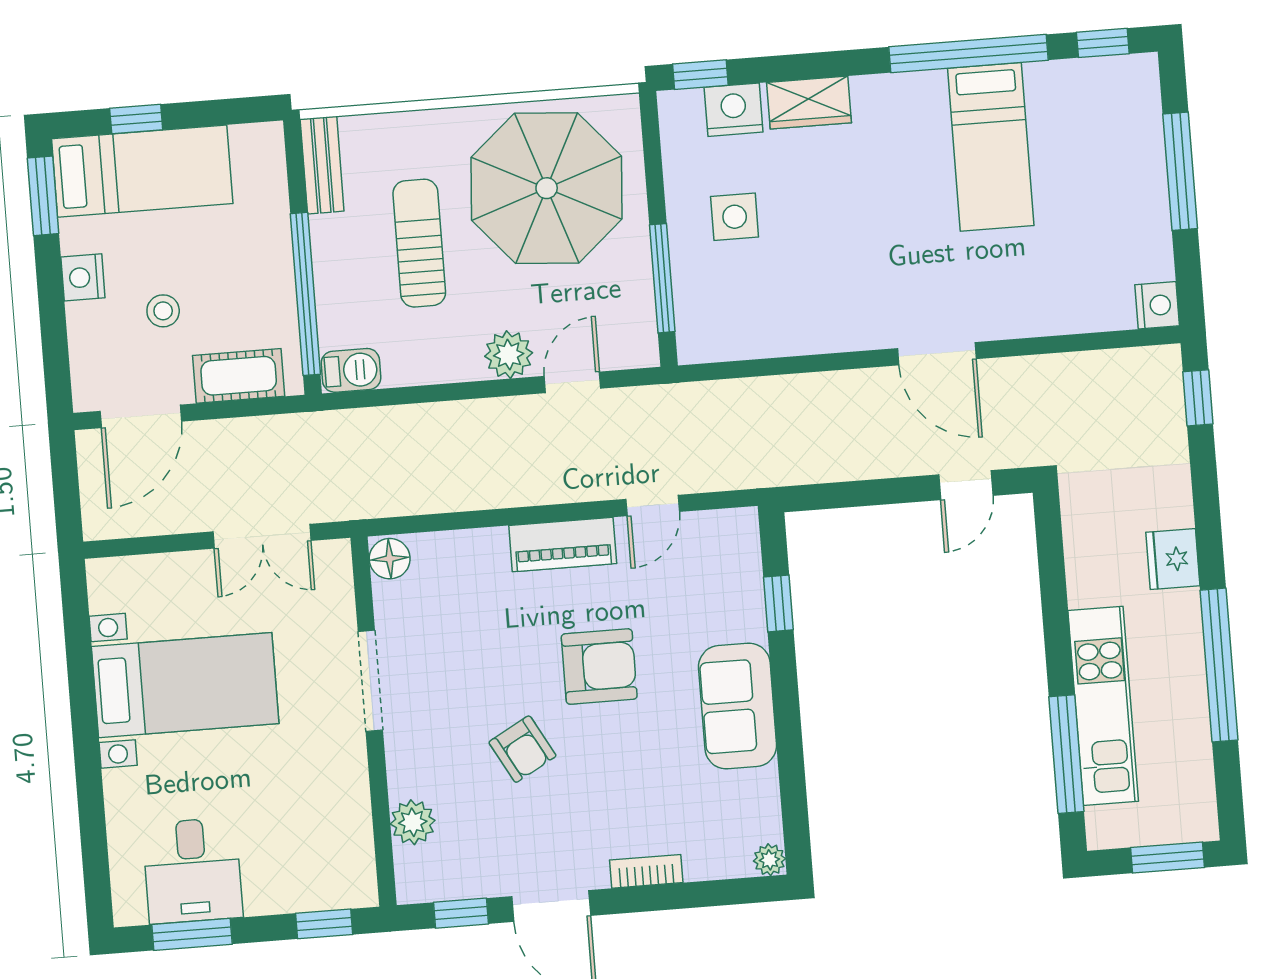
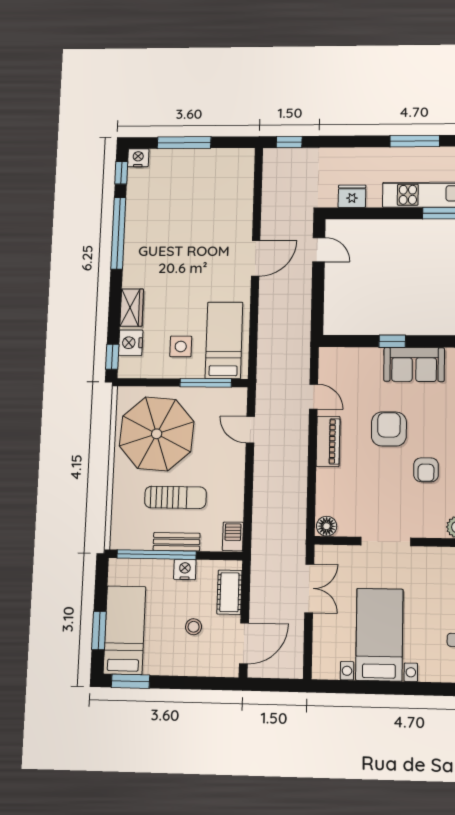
window: (136, 119) -> (99, 631), width x1.50
bed: (991, 147) -> (224, 340), moved, turned -90
bench: (322, 165) -> (177, 542), moved
sun lounger: (419, 243) -> (175, 497), turned 180
nightstand: (83, 277) -> (185, 569), moved, turned 180
window: (305, 294) -> (157, 555), moved
nightstand: (1157, 305) -> (138, 158), moved
plant: (509, 355) -> (234, 459), removed
door: (141, 416) -> (244, 643), hinge flipped
fridge: (1173, 559) -> (352, 196), moved, turned 180
window: (778, 603) -> (392, 341), moved
window: (1219, 665) -> (415, 141), width x0.68
armchair: (522, 749) -> (426, 470), turned 119

